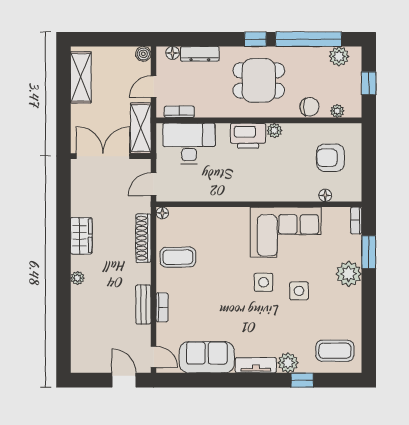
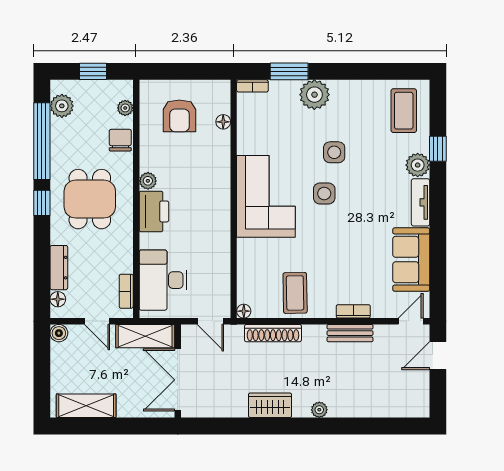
corner sofa: (286, 232) -> (266, 196), moved

